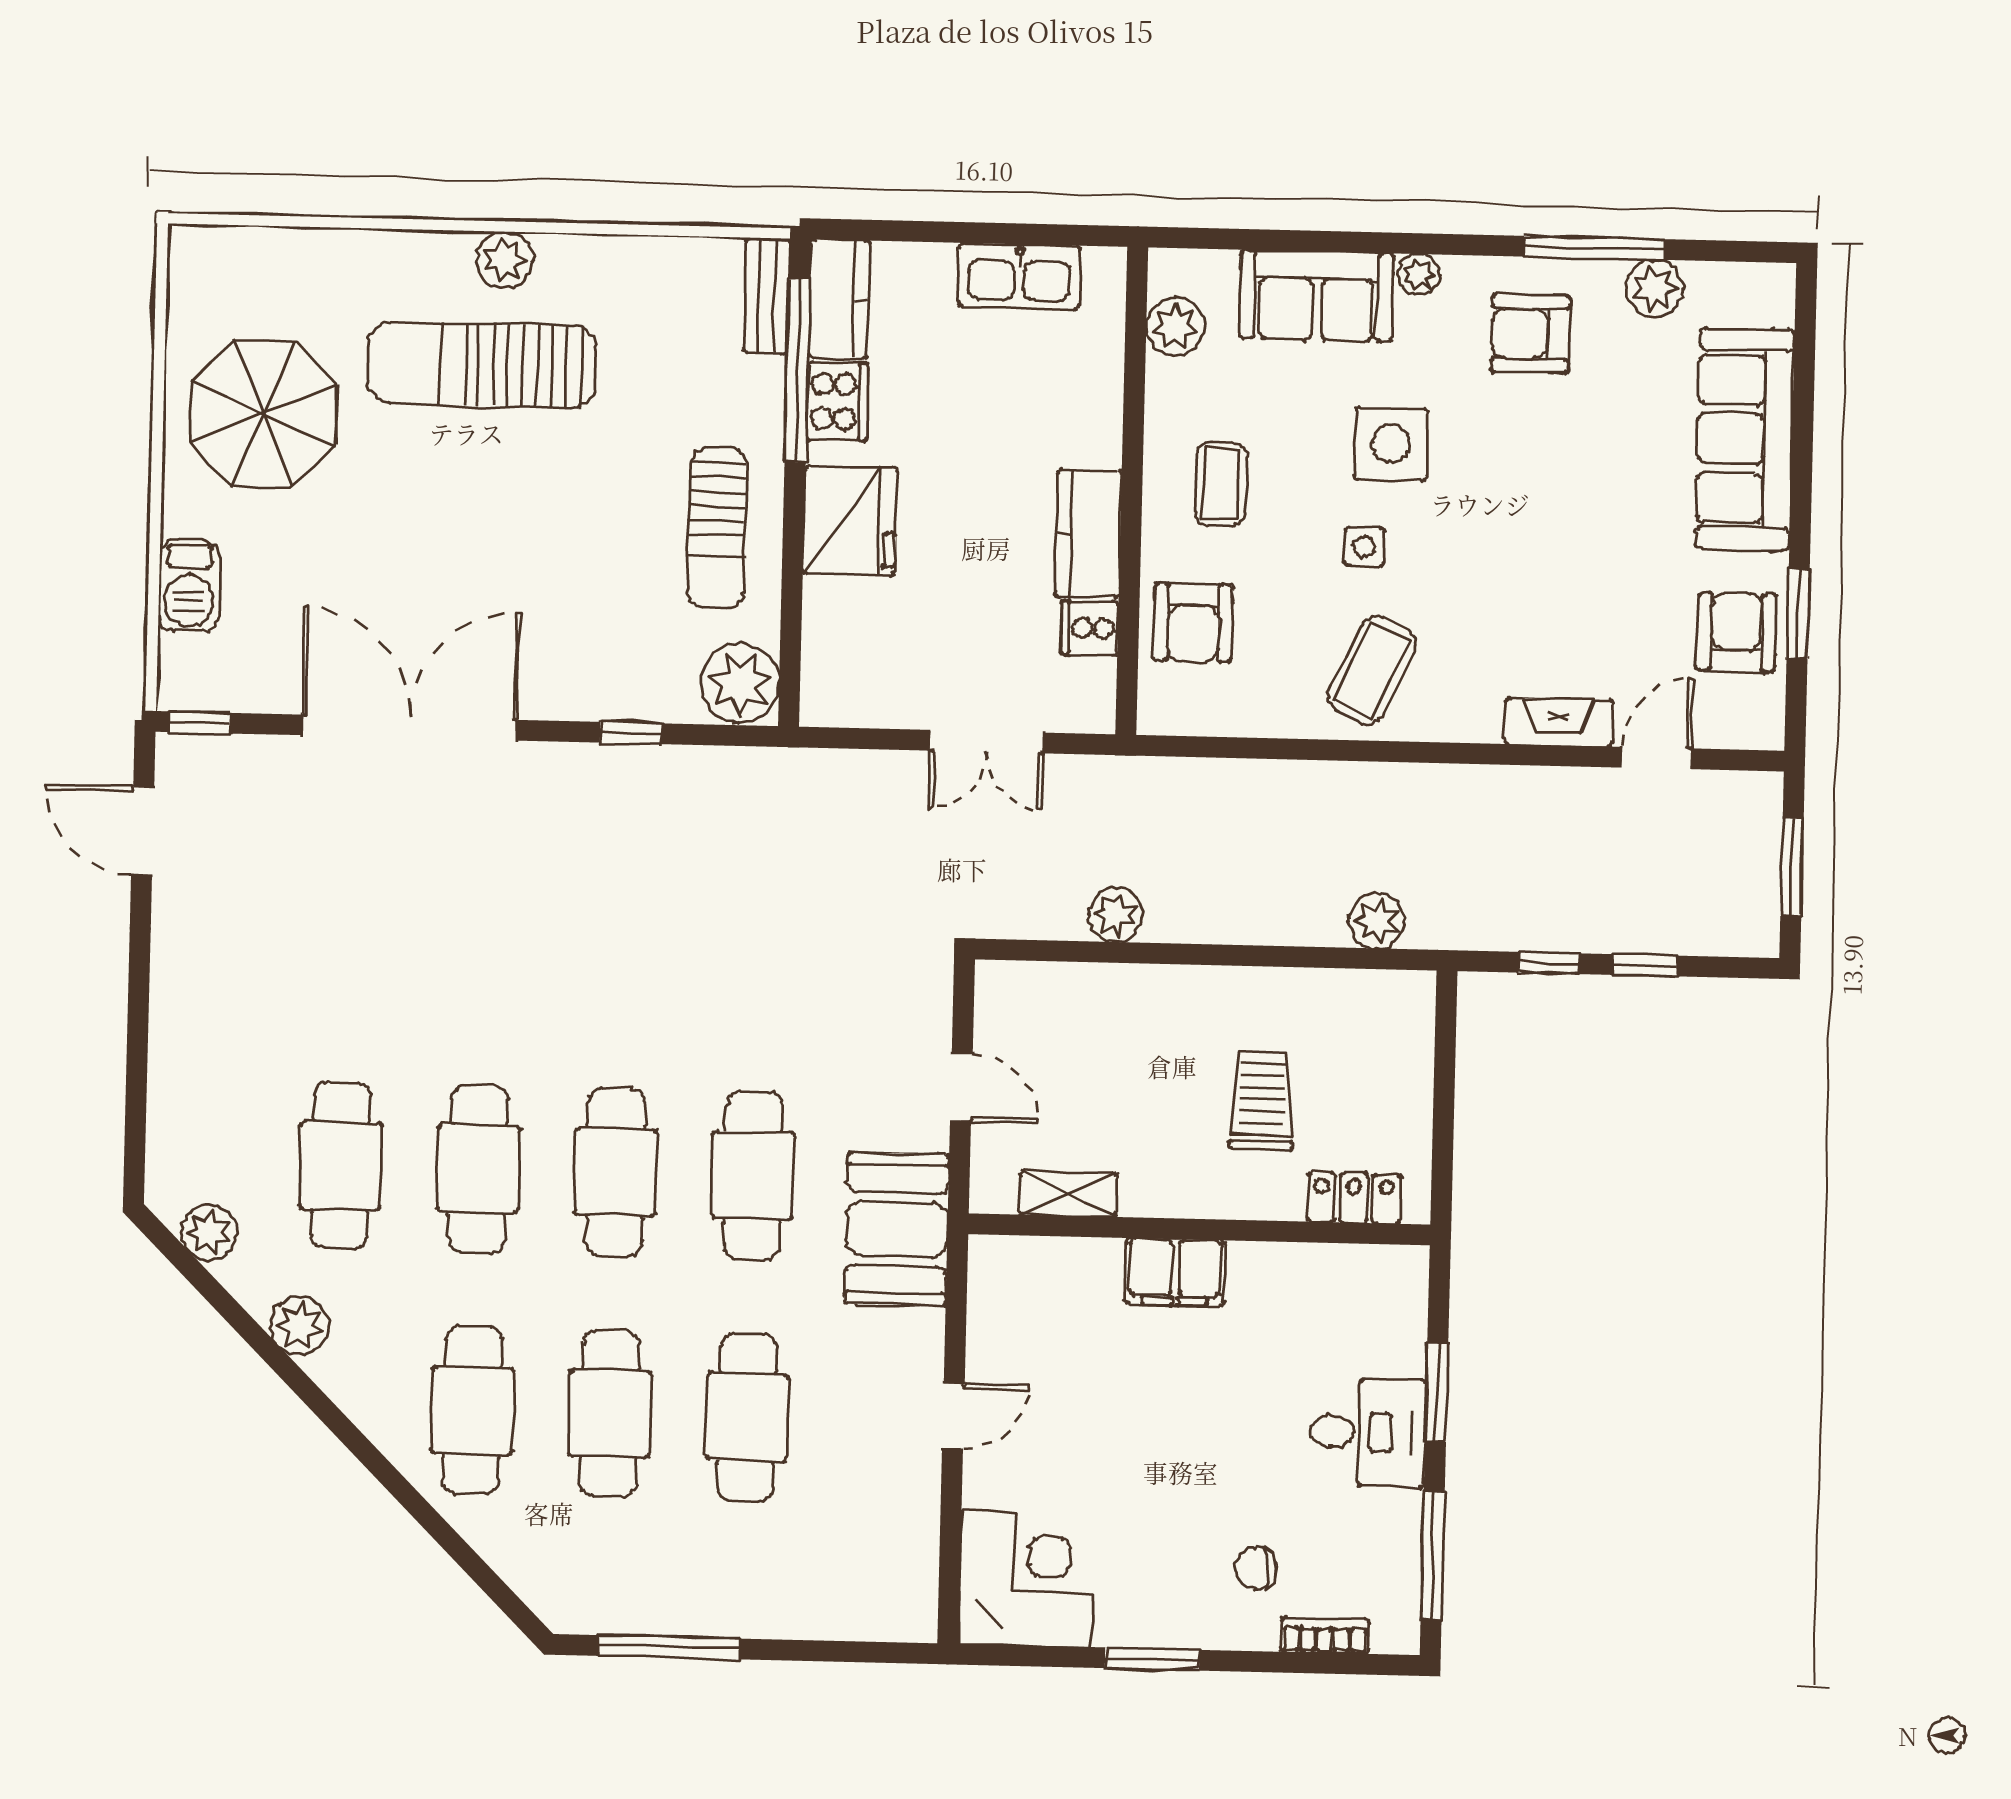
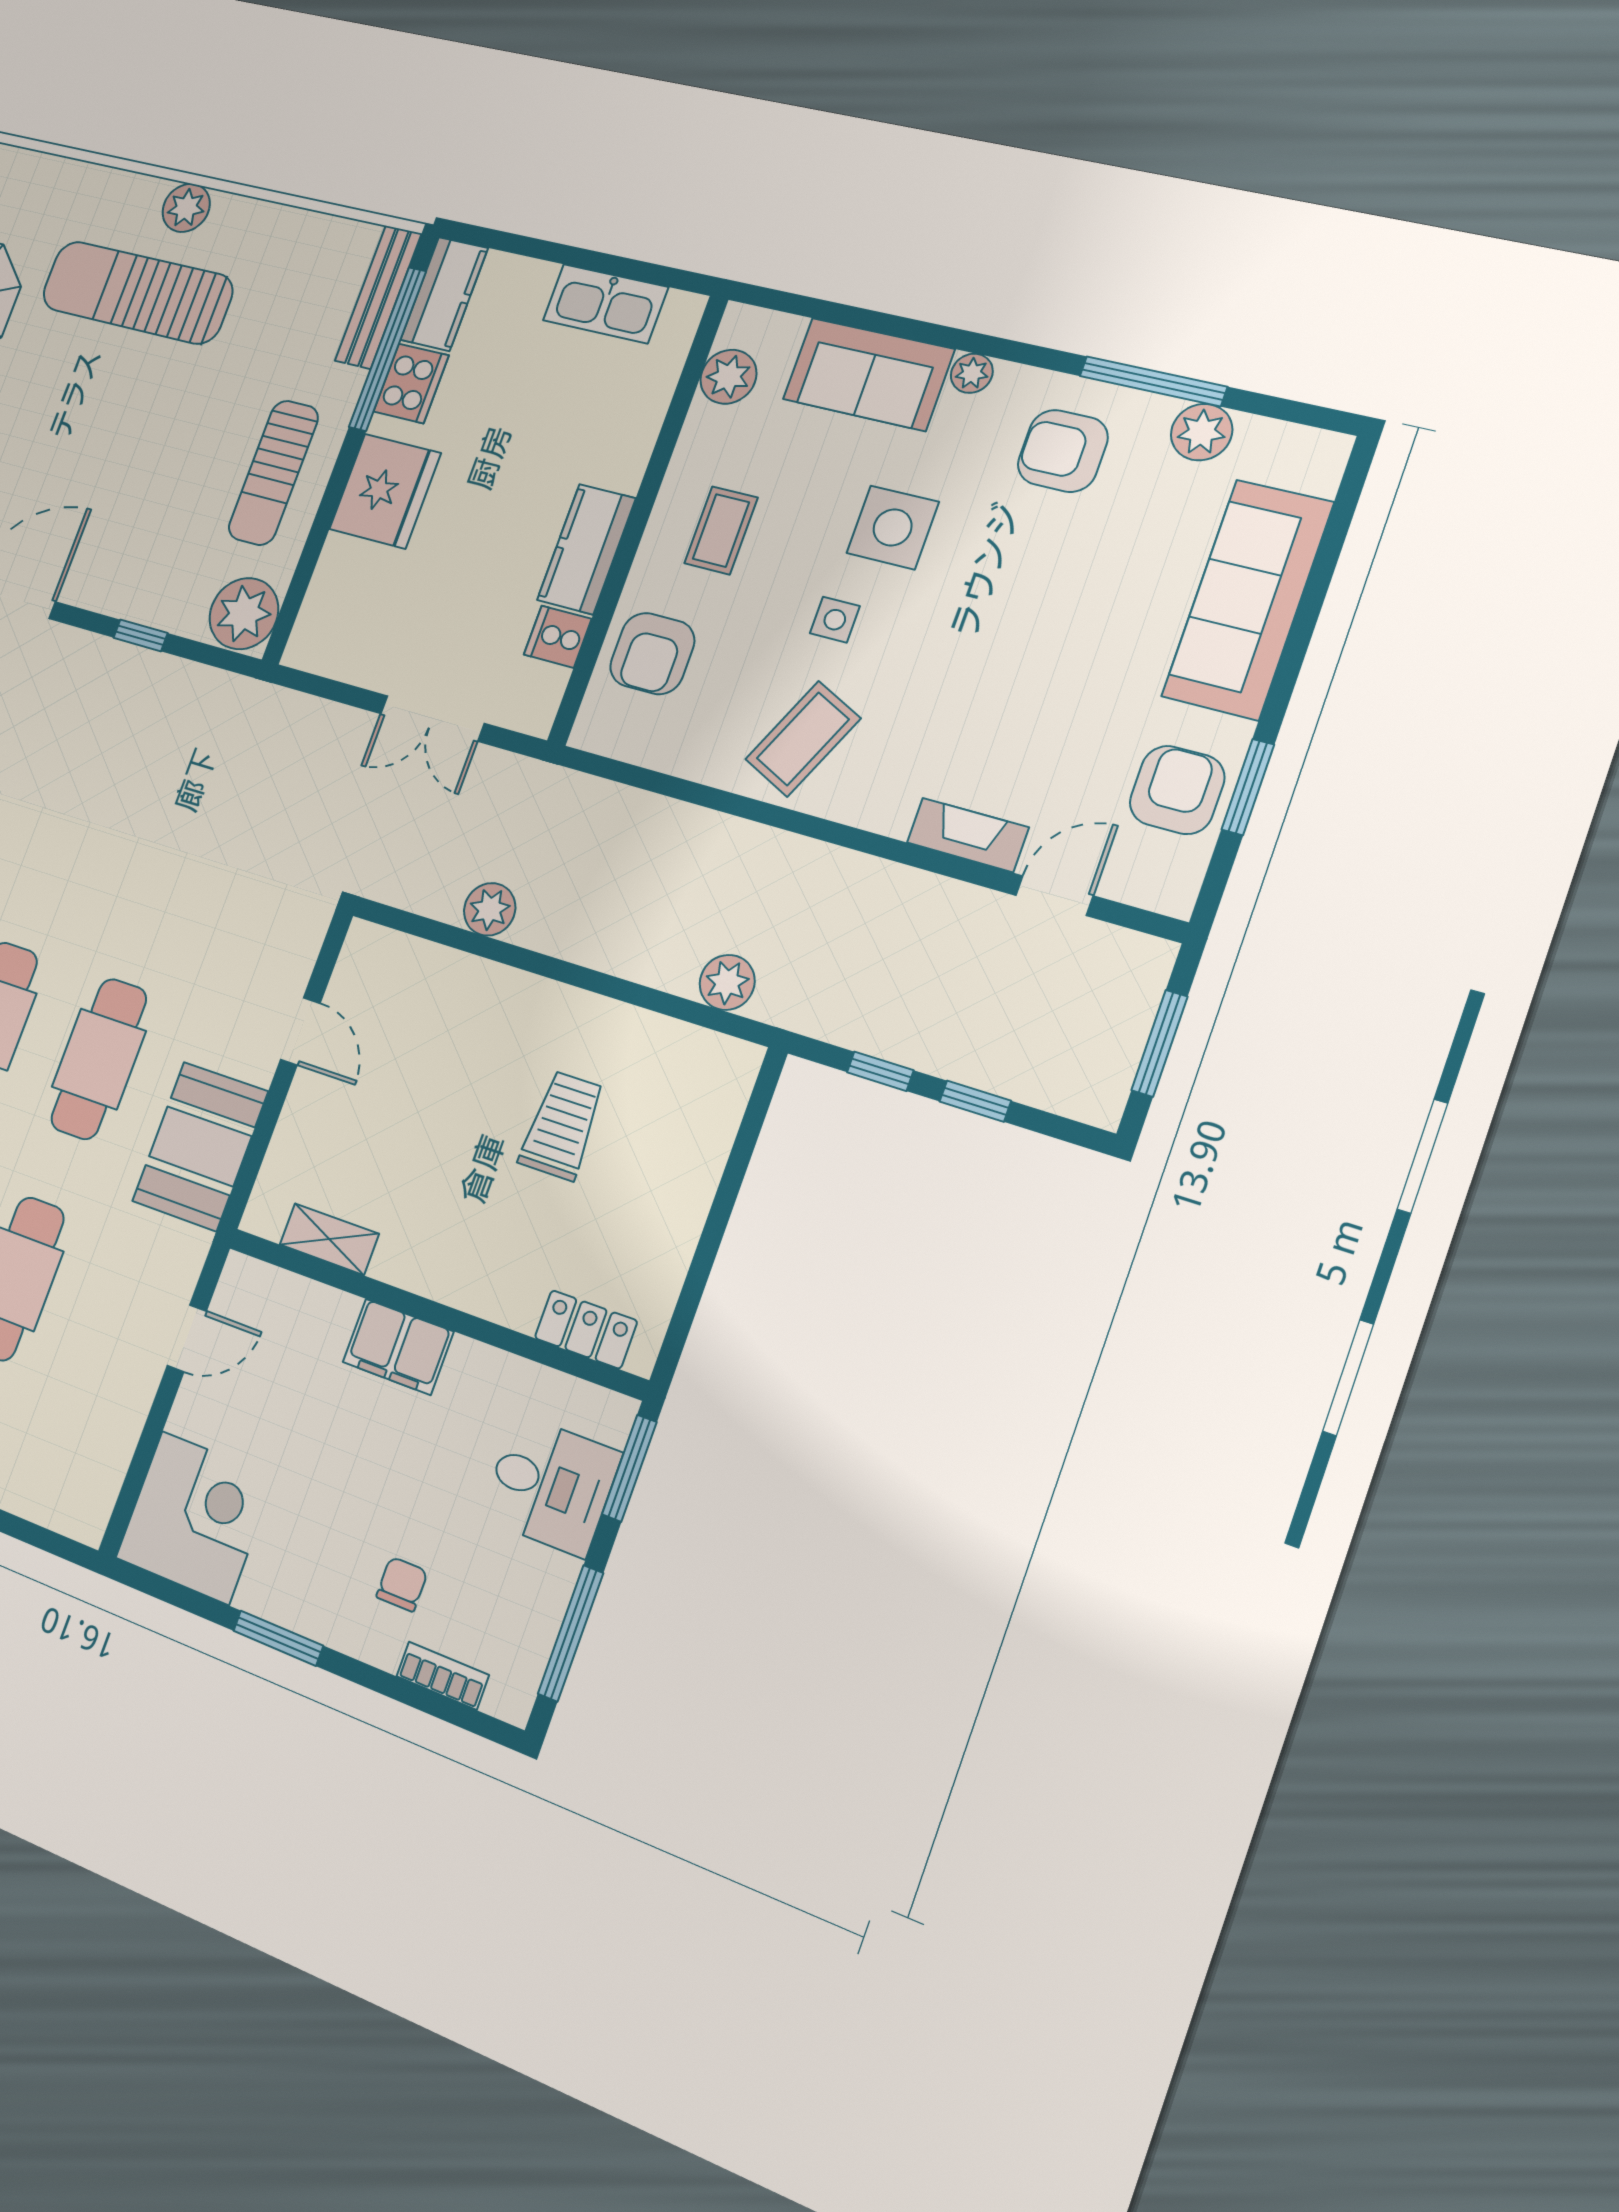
bench: (767, 296) -> (378, 297), width x1.36
shelving: (1068, 1194) -> (329, 1239), moved
locker: (1354, 1198) -> (586, 1329), moved
wall: (1199, 1229) -> (434, 1313), moved
filing cabinet: (1175, 1272) -> (398, 1347), moved
chair: (1256, 1568) -> (402, 1584), turned 94

